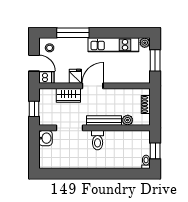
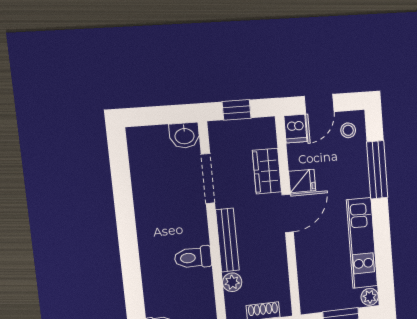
door: (93, 86) -> (288, 213), hinge flipped
toilet: (98, 140) -> (193, 258), moved

